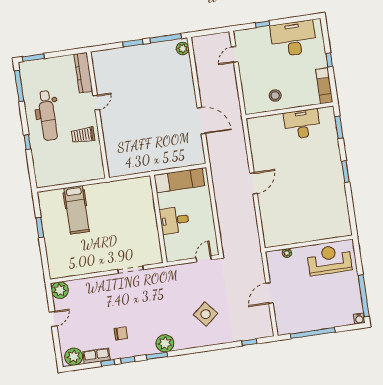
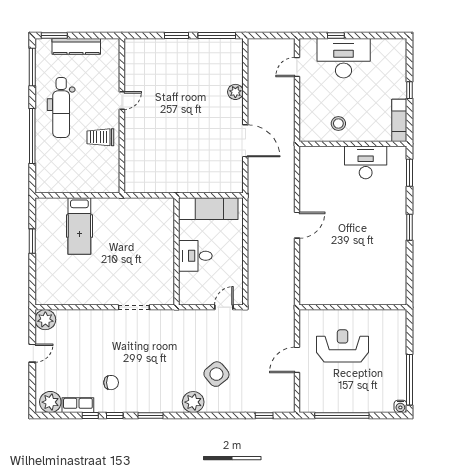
desk: (293, 39) -> (344, 58), moved
plant: (183, 49) -> (235, 92), moved
kitchen counter: (83, 73) -> (76, 46), moved, turned -90
window: (27, 142) -> (32, 136), width x3.17
plant: (287, 253) -> (325, 315), removed
reception desk: (329, 260) -> (343, 346), moved
plant: (165, 343) -> (193, 402), moved

